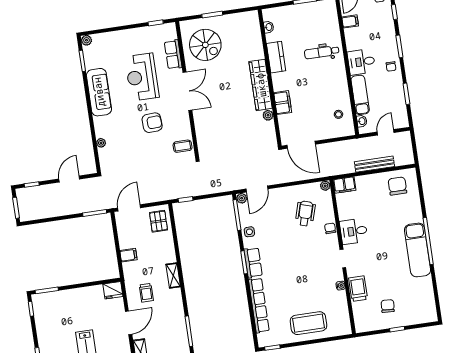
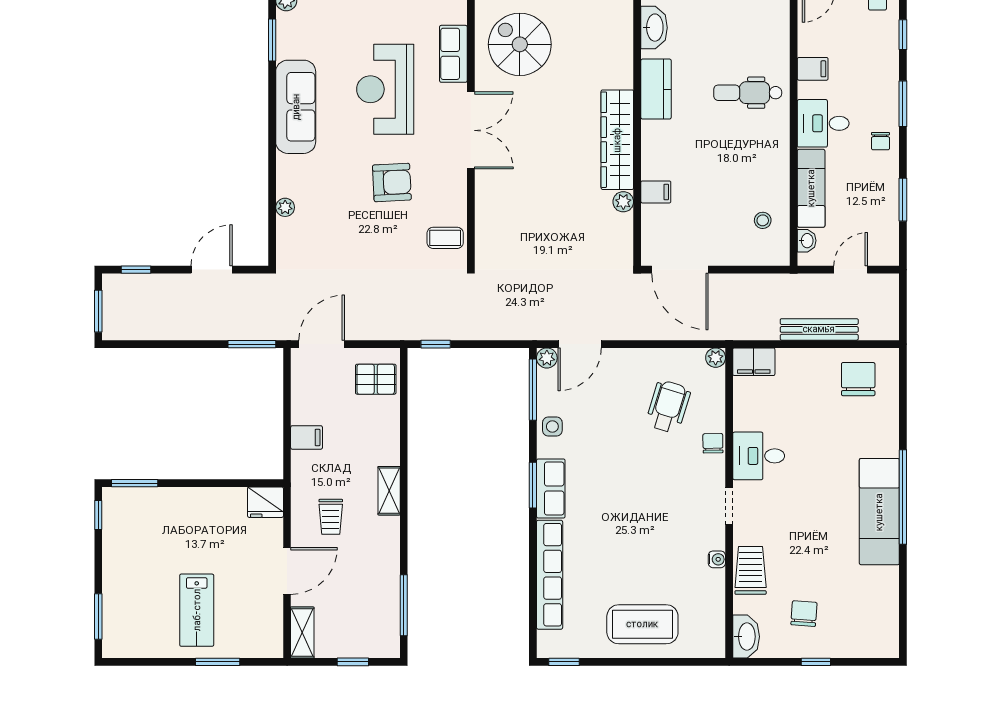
filing cabinet: (350, 21) -> (813, 69), moved
washbasin: (269, 27) -> (654, 28), width x1.91, depth x1.45
spiral stairs: (205, 45) -> (520, 44), turned 180
filing cabinet: (283, 103) -> (656, 192), width x0.50
pallet: (158, 221) -> (376, 379), turned 90
washbasin: (361, 322) -> (746, 637), added

